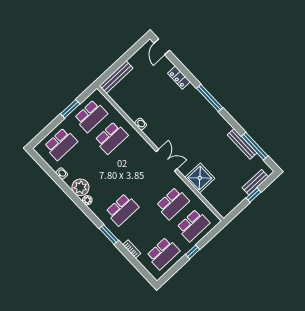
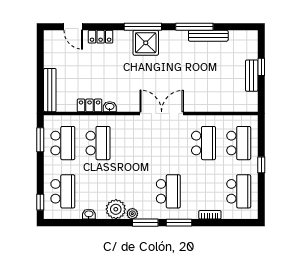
door: (162, 47) -> (73, 27), moved
window: (70, 109) -> (40, 140), moved
locker: (130, 111) -> (90, 105), added
window: (41, 136) -> (40, 202), added
window: (255, 146) -> (194, 27), moved
double door: (167, 160) -> (162, 114), width x1.37
shower: (200, 178) -> (146, 43), moved
bench: (255, 182) -> (252, 76), moved
window: (89, 213) -> (145, 223), added

